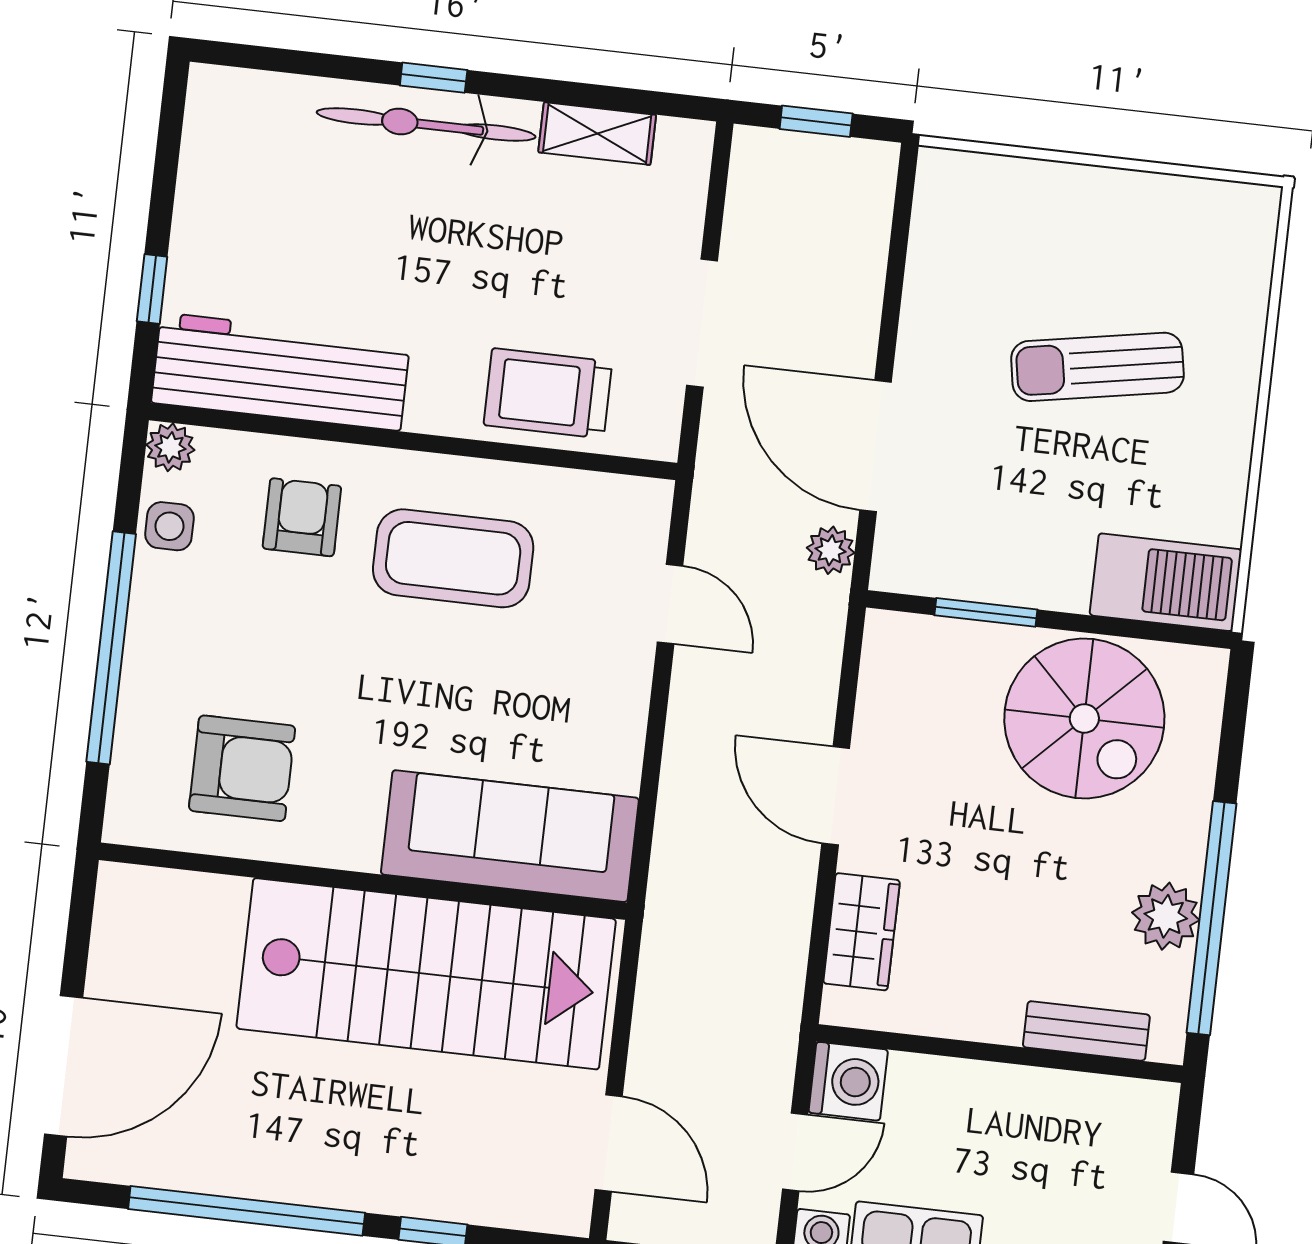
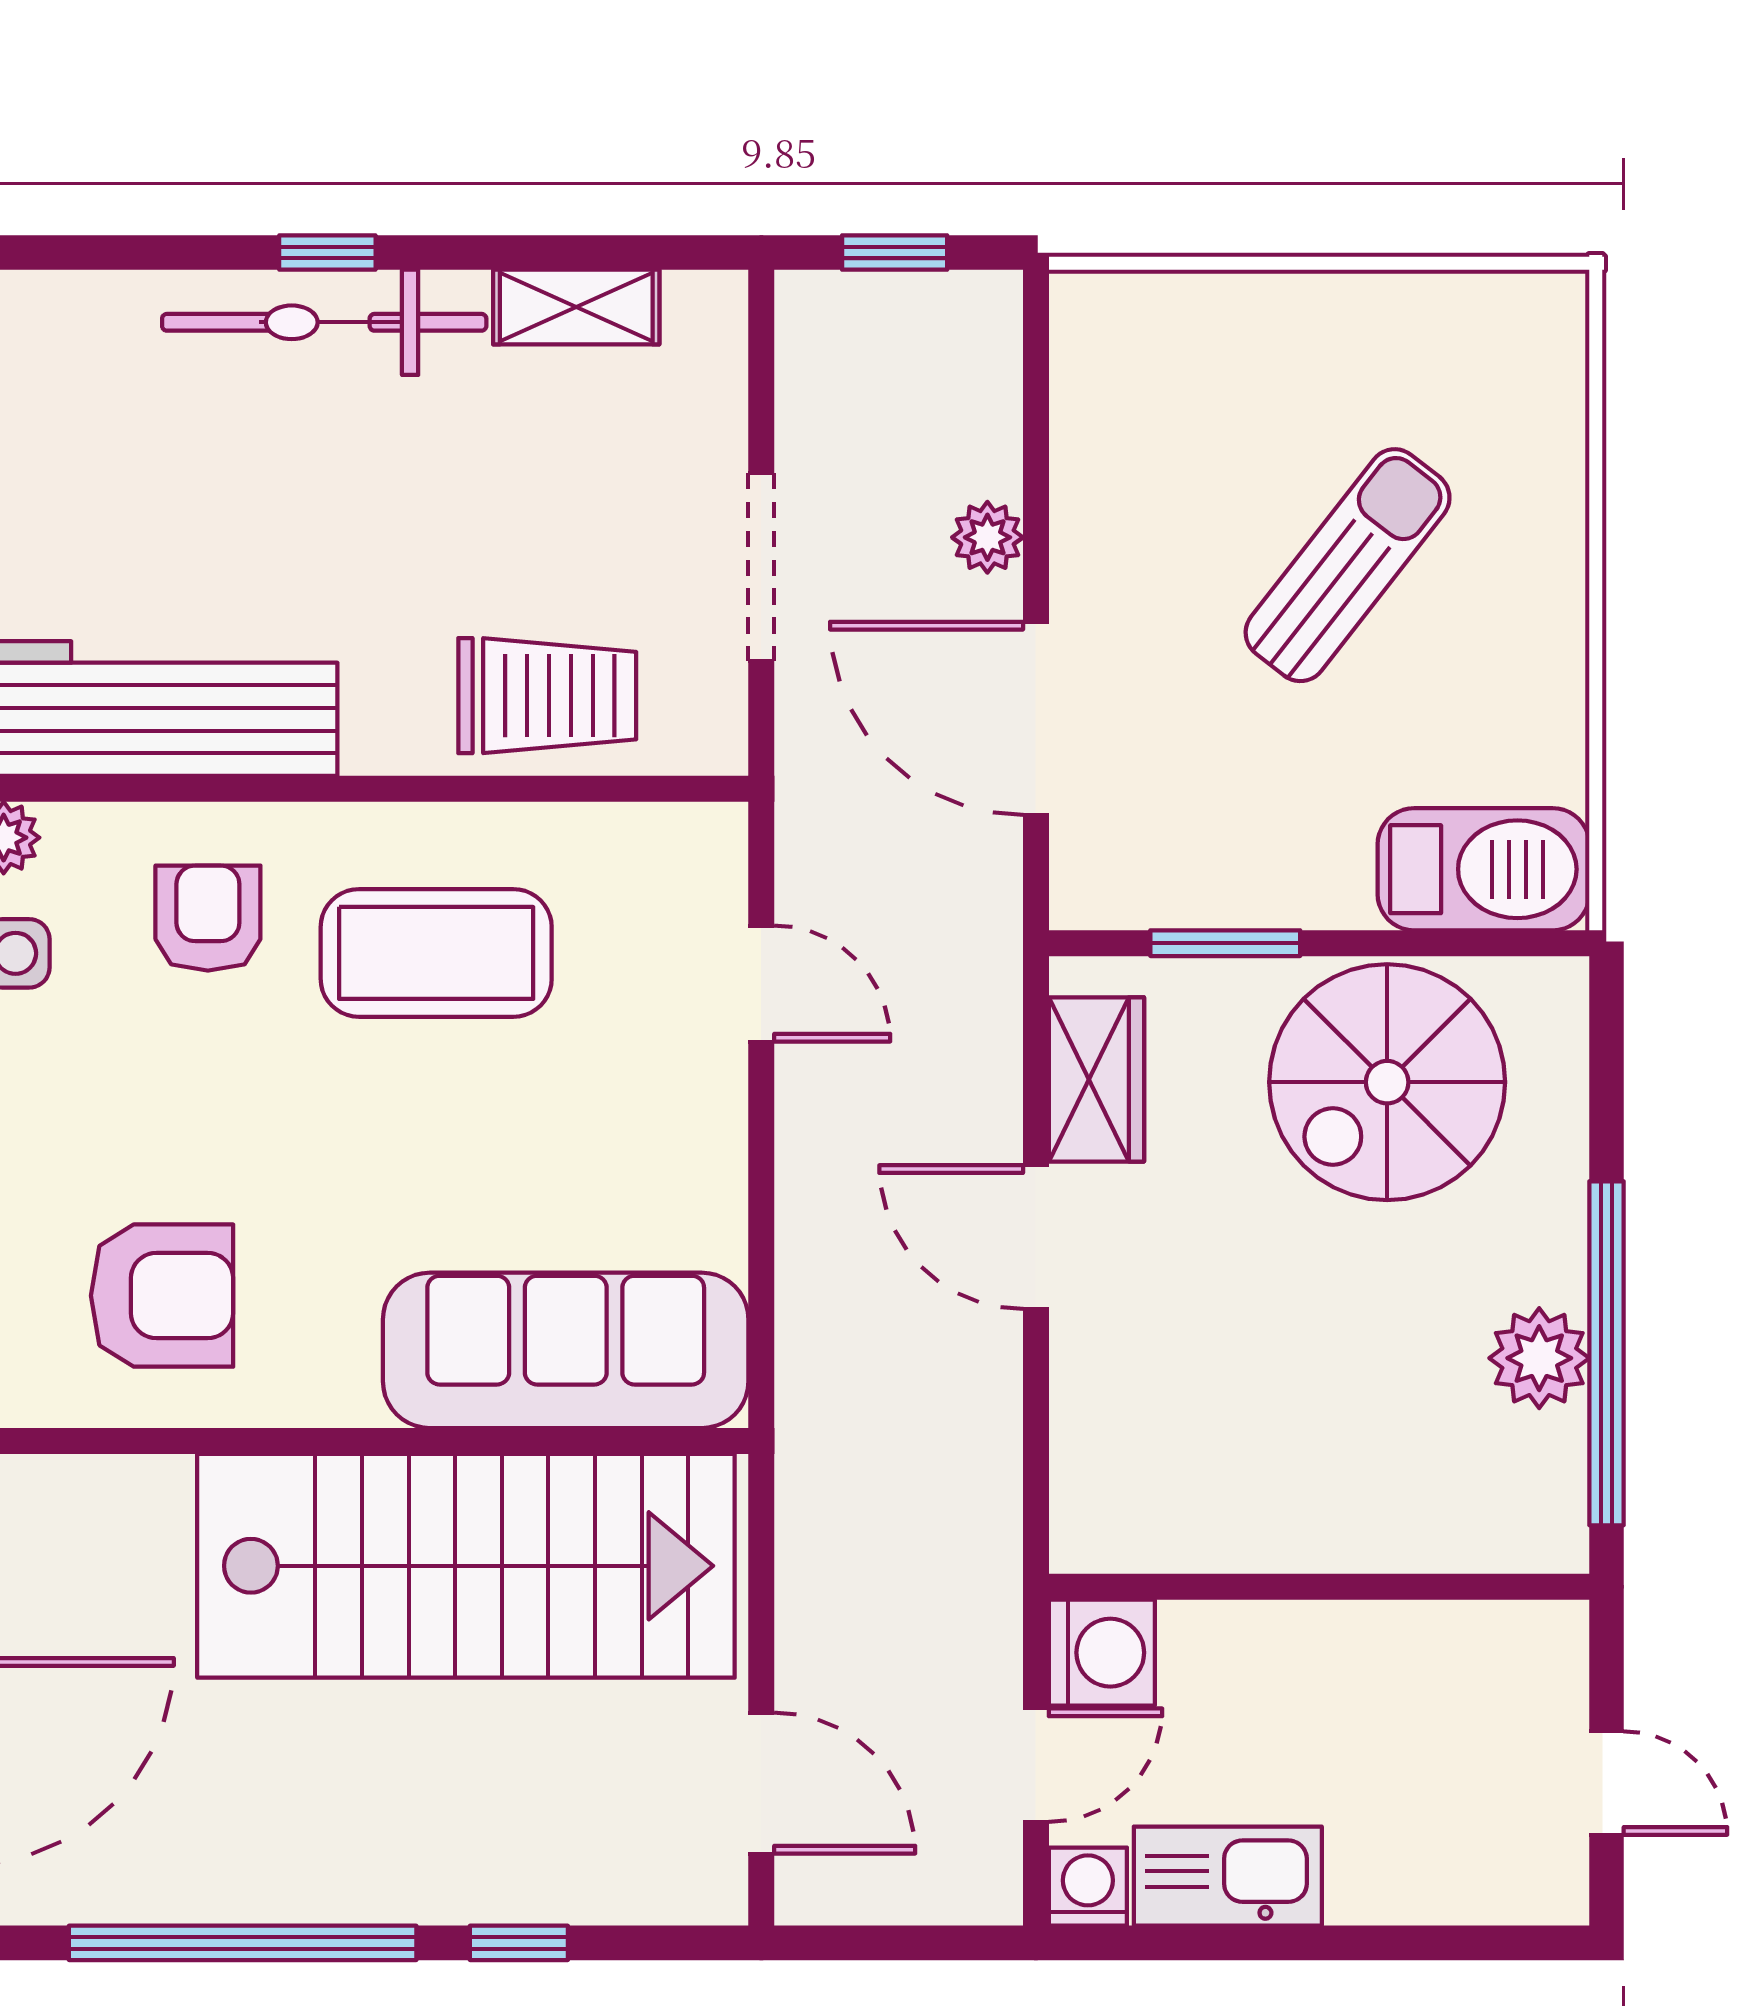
sun lounger: (1097, 367) -> (1348, 565), turned 138
trolley: (548, 393) -> (547, 696), turned 180
plant: (831, 550) -> (987, 537), moved
spiral stairs: (1084, 718) -> (1387, 1082), turned 90
wardrobe: (862, 932) -> (1096, 1079), moved
bench: (1086, 1031) -> (1442, 1539), removed

